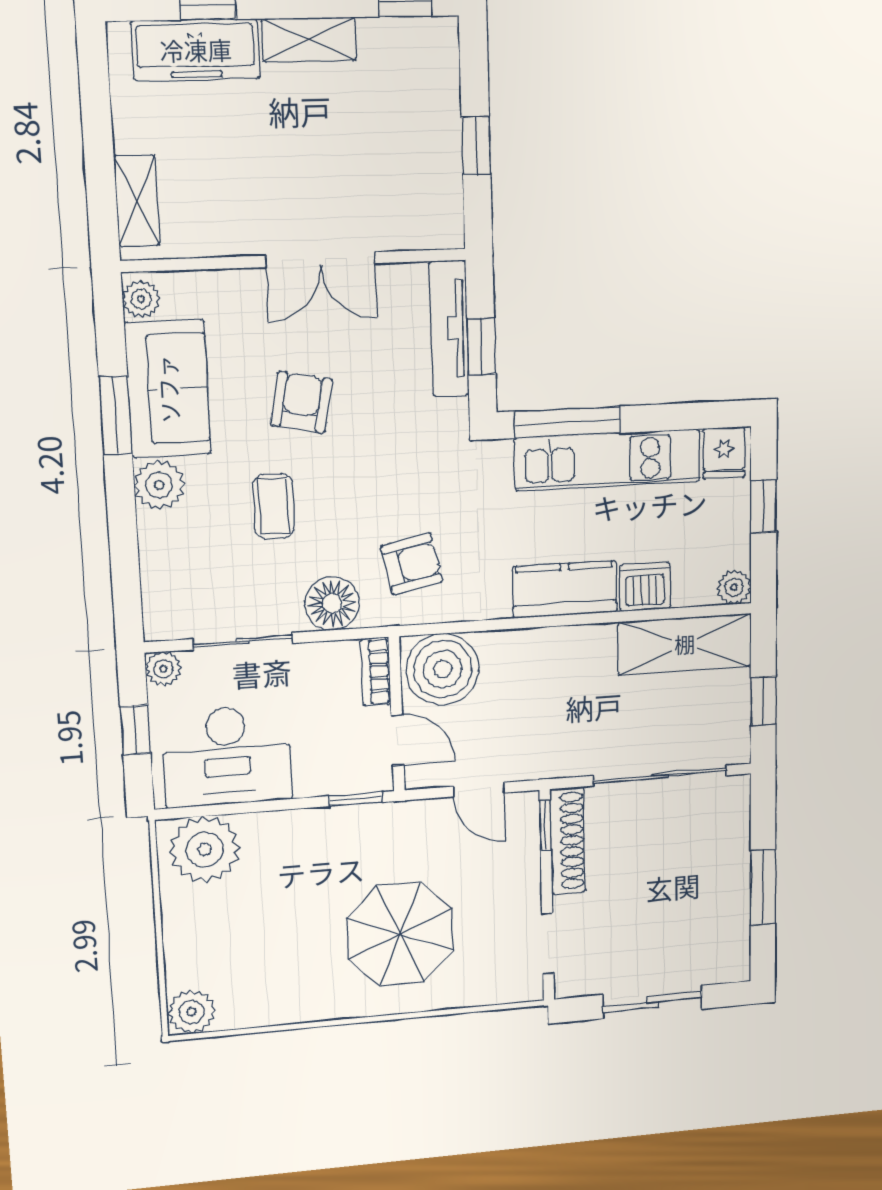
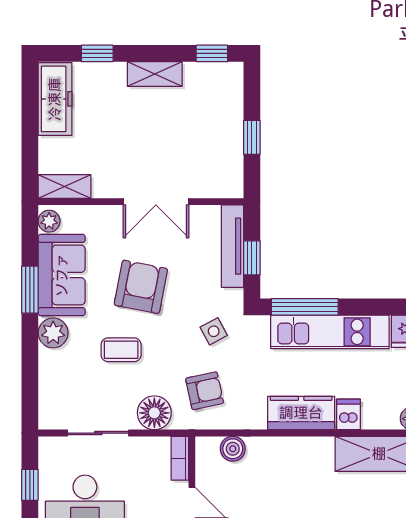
freezer: (196, 50) -> (55, 99), moved, turned -90
shelving: (137, 201) -> (64, 186), moved, turned 90
armchair: (301, 402) -> (141, 287), width x1.38, depth x1.38
side table: (423, 469) -> (214, 331), added
coffee table: (274, 506) -> (121, 350), turned 90
dishwasher: (645, 587) -> (349, 414), width x0.73
plant: (163, 669) -> (49, 447), removed
boiler: (443, 669) -> (233, 449), width x0.54, depth x0.54

